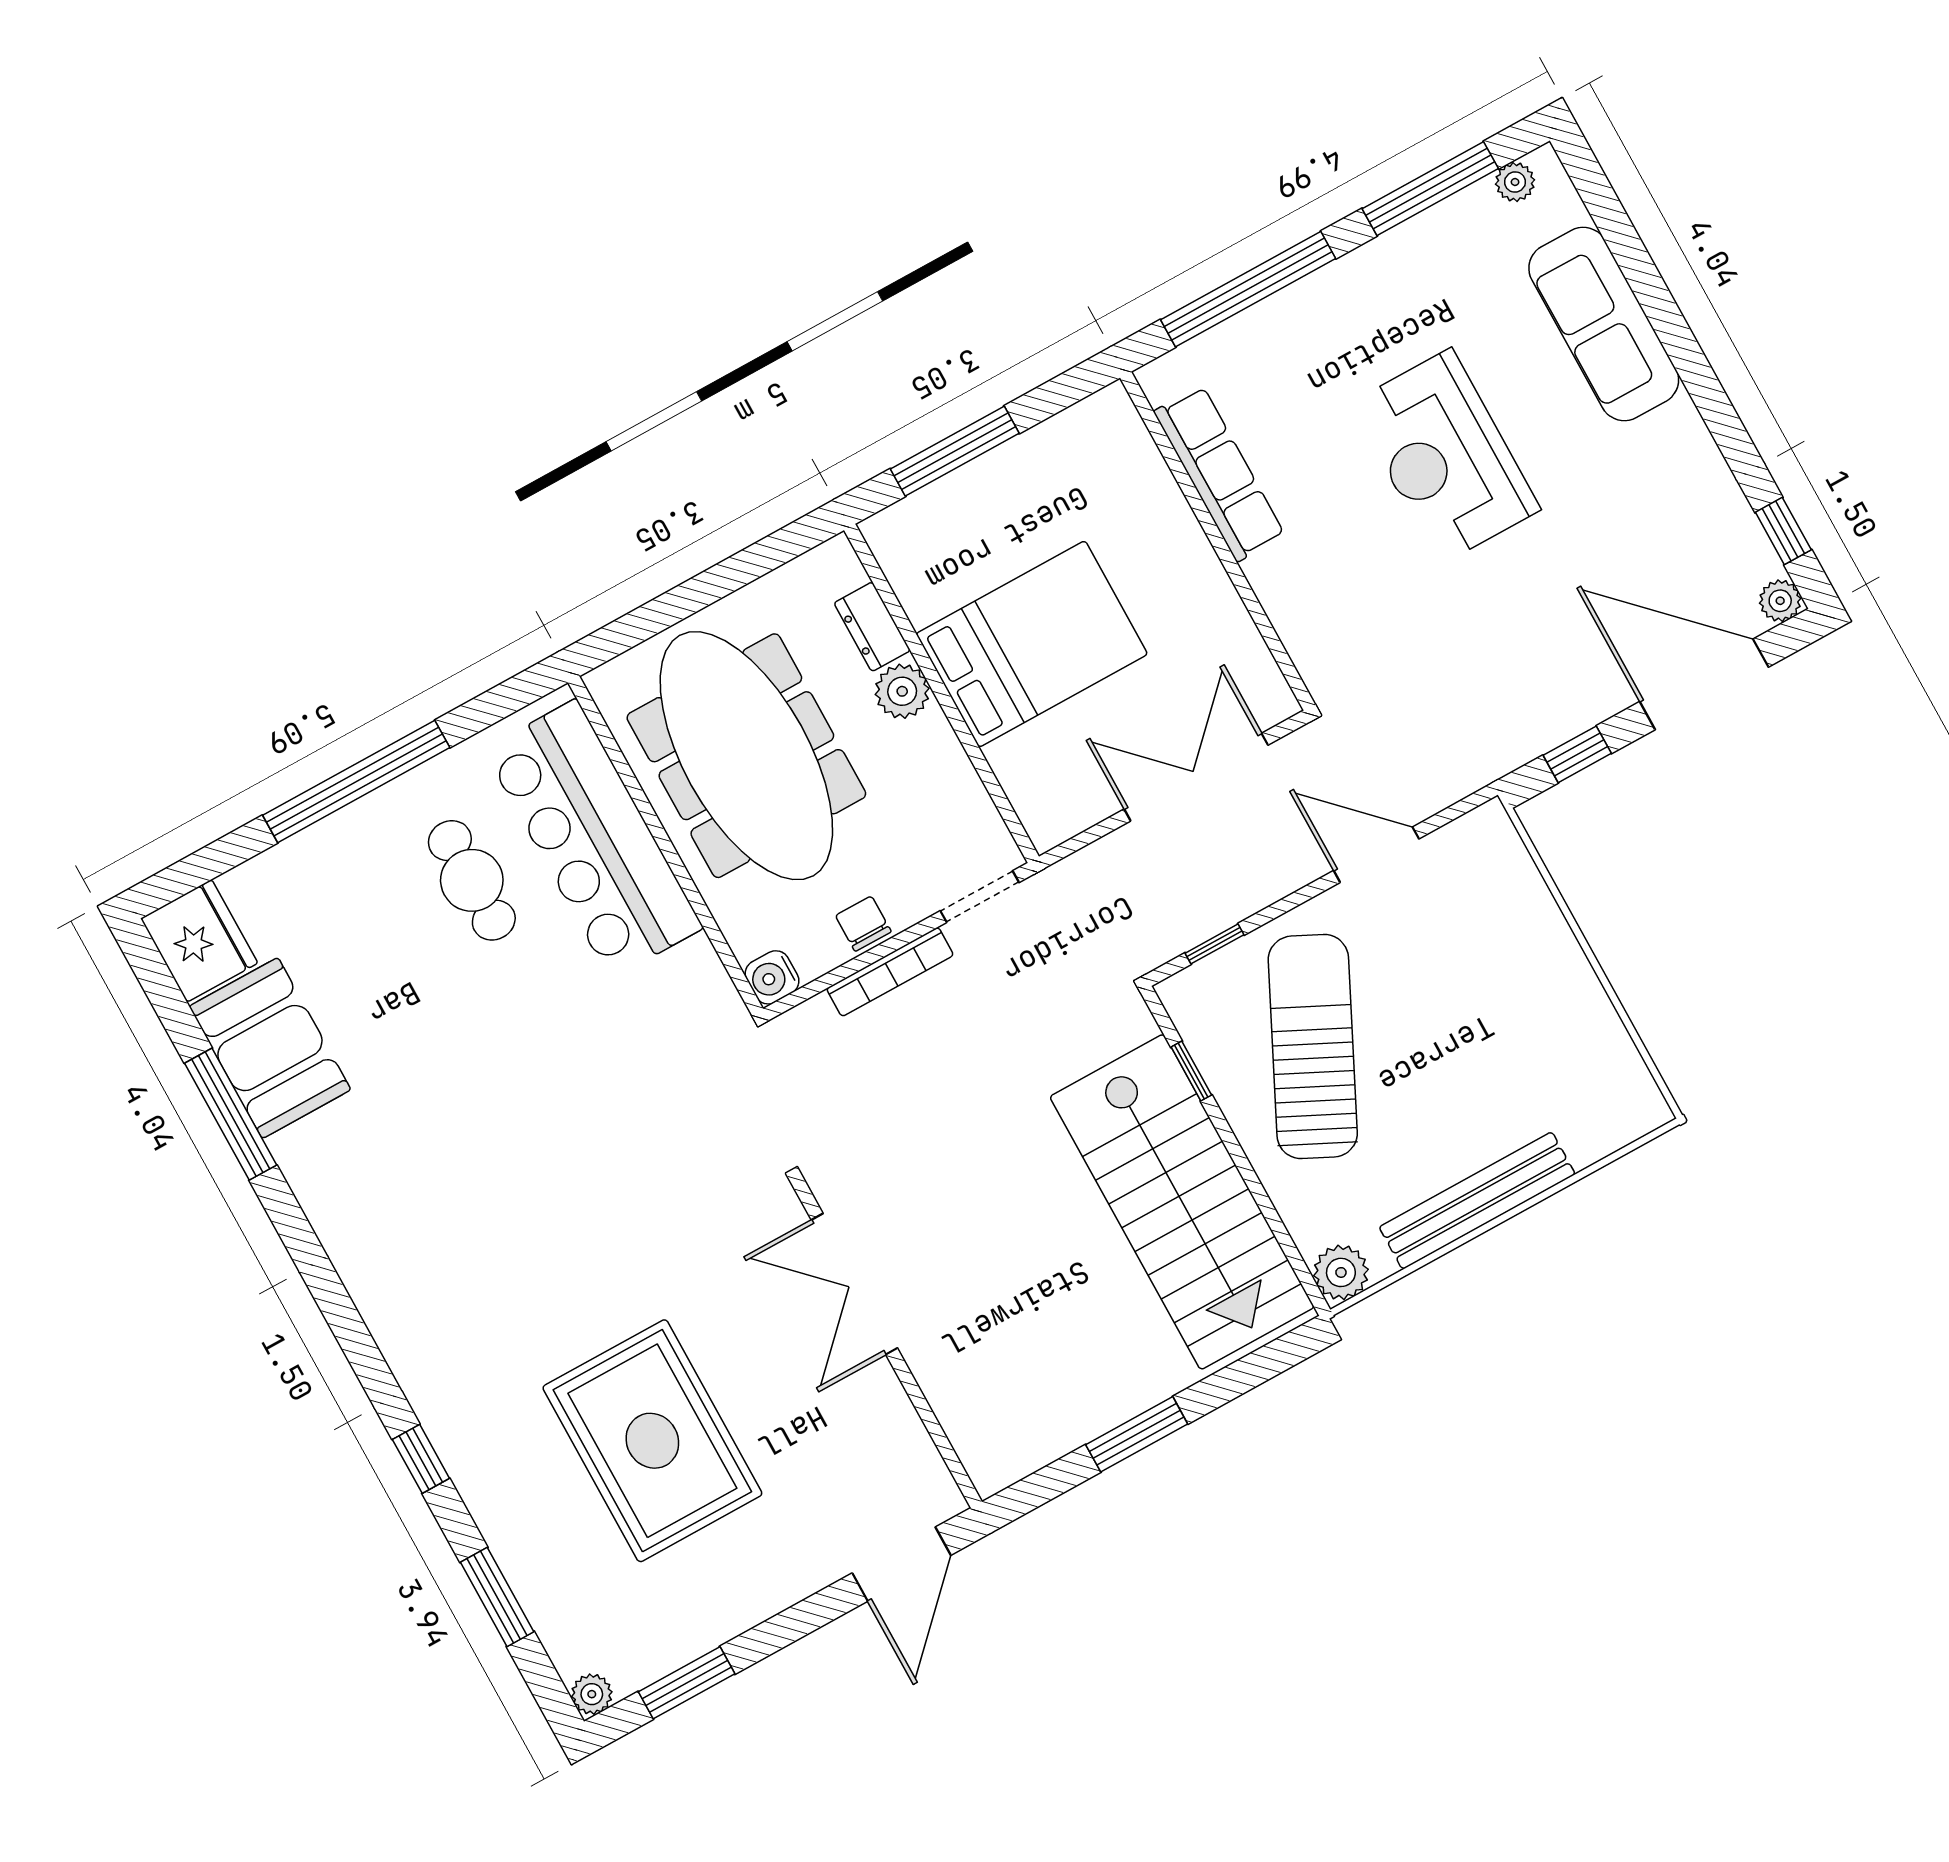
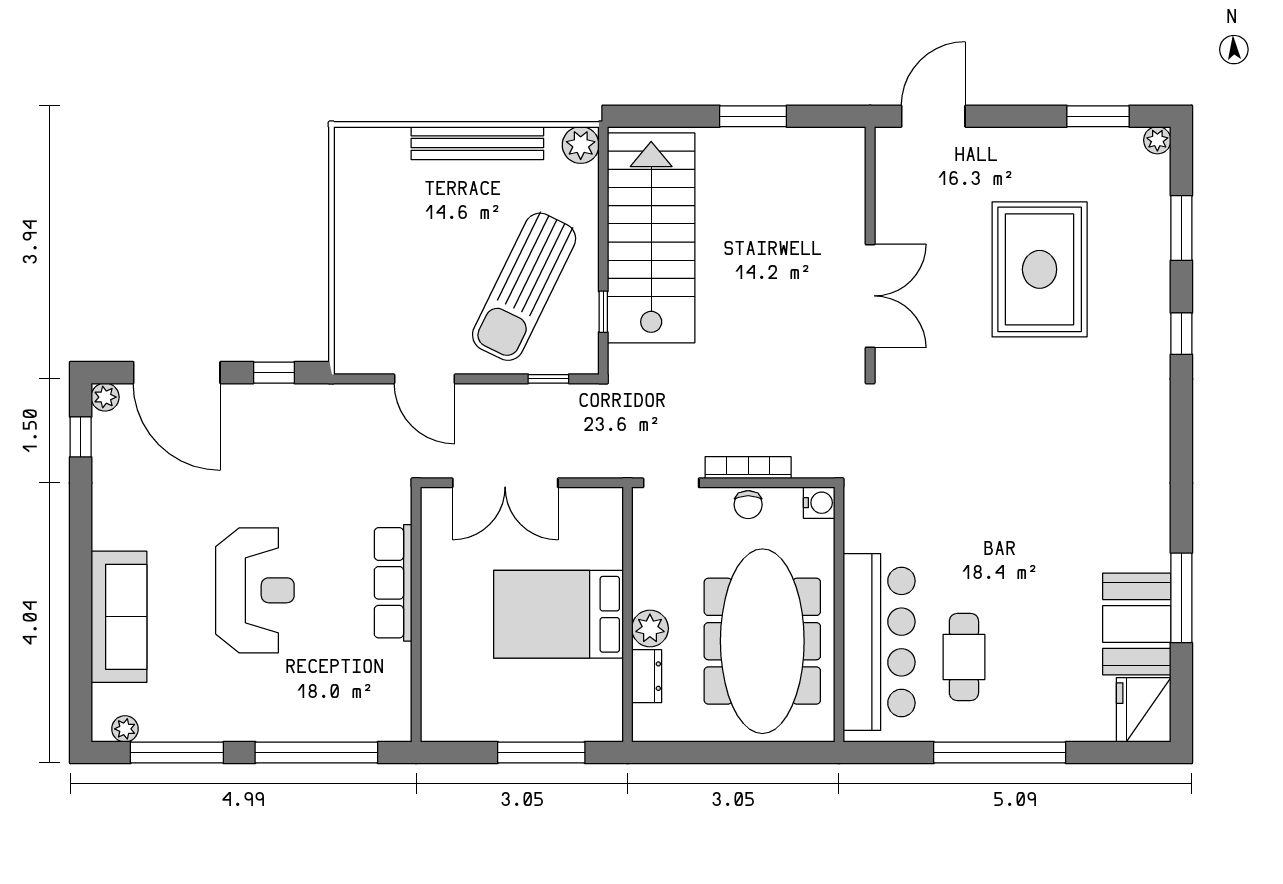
row of seats: (1219, 473) -> (393, 583), moved

